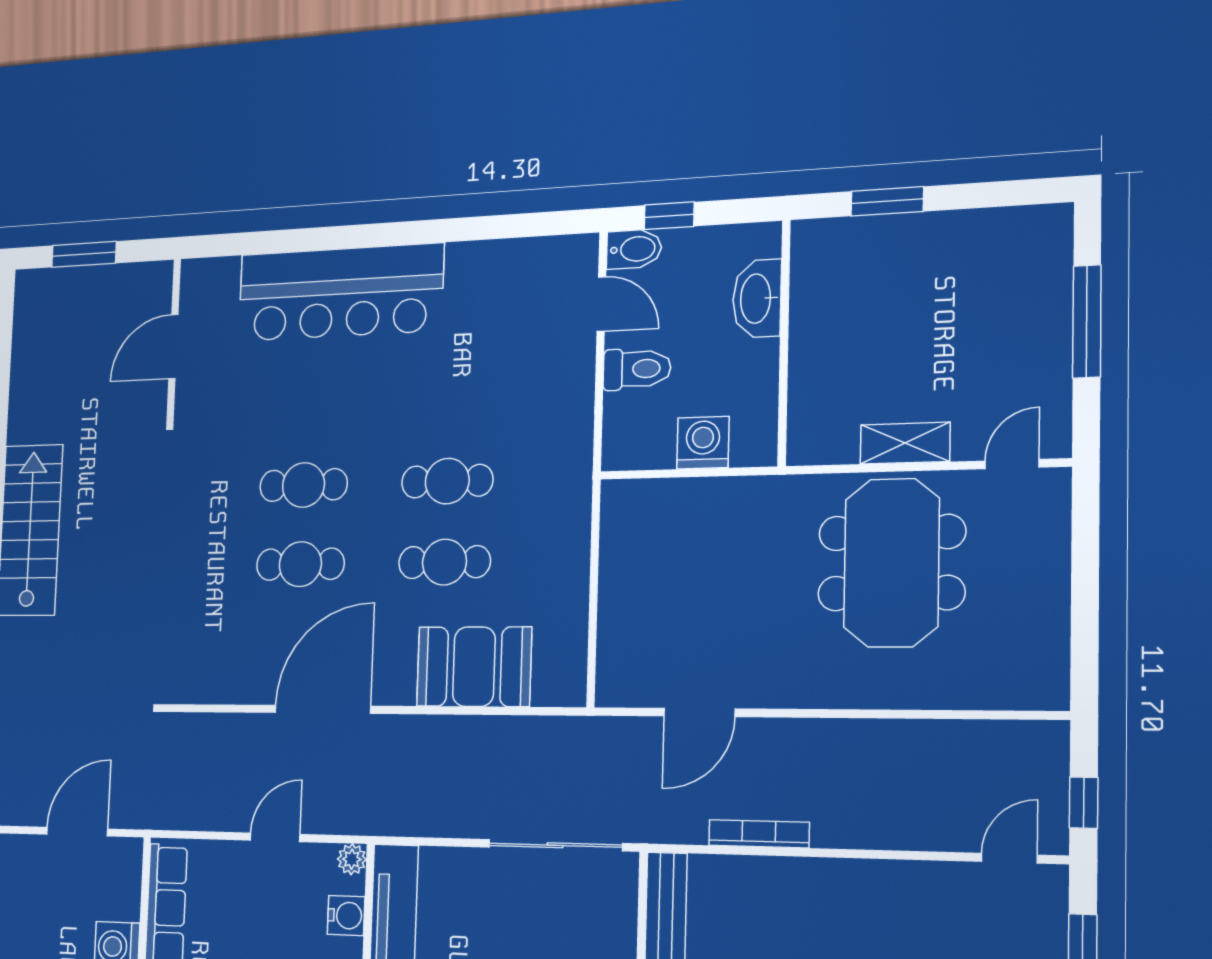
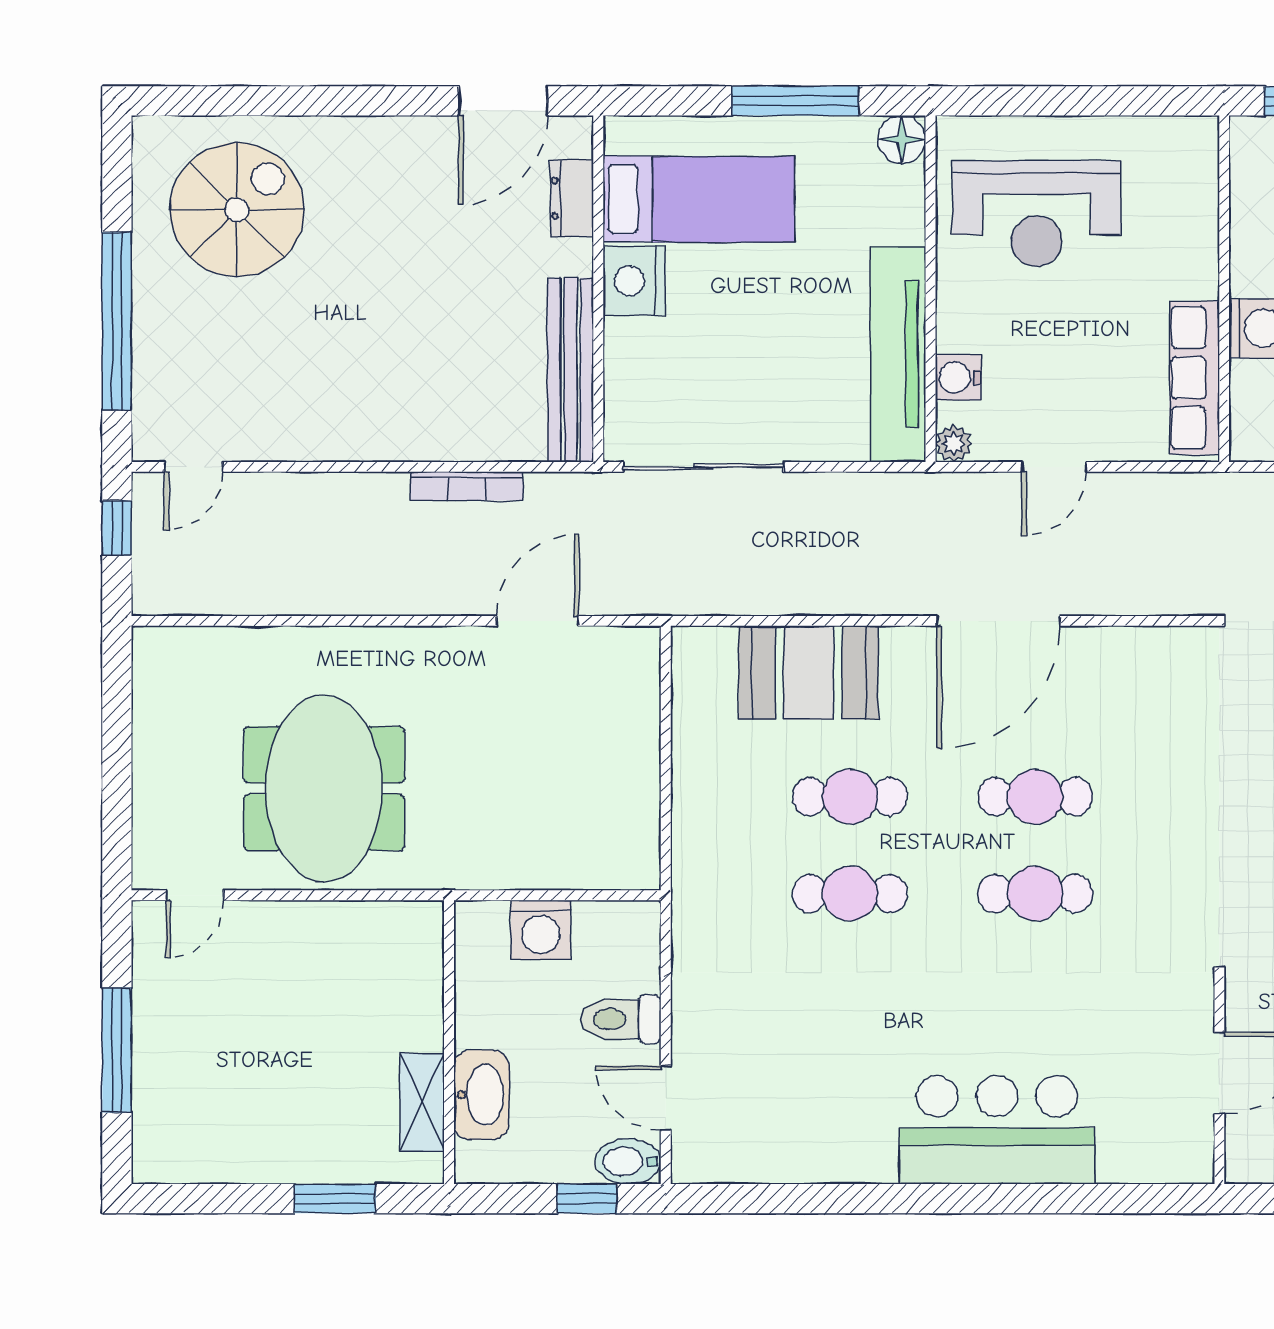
bar counter: (340, 292) -> (997, 1130), width x0.73
shelving: (905, 443) -> (422, 1102), moved, turned 90

